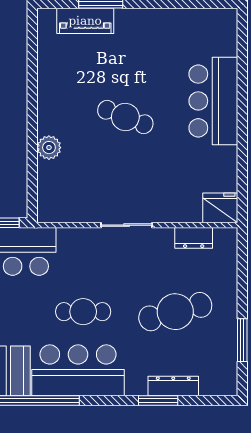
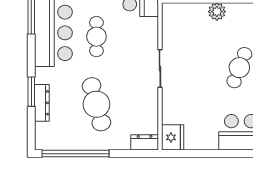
dresser: (194, 238) -> (145, 142), moved, turned 90
window: (242, 340) -> (75, 154), width x2.11

